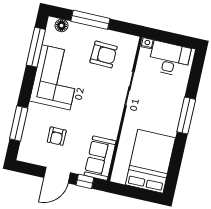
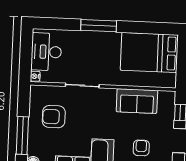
armchair: (104, 54) -> (54, 117), turned -92
armchair: (57, 136) -> (141, 148), turned -90
sofa: (100, 158) -> (137, 101), moved

